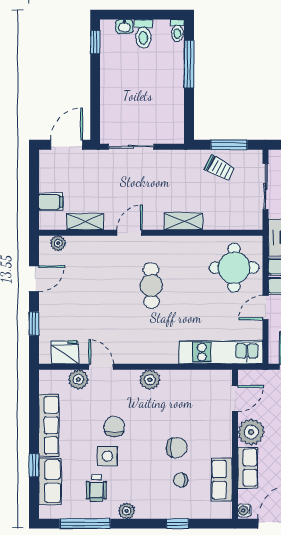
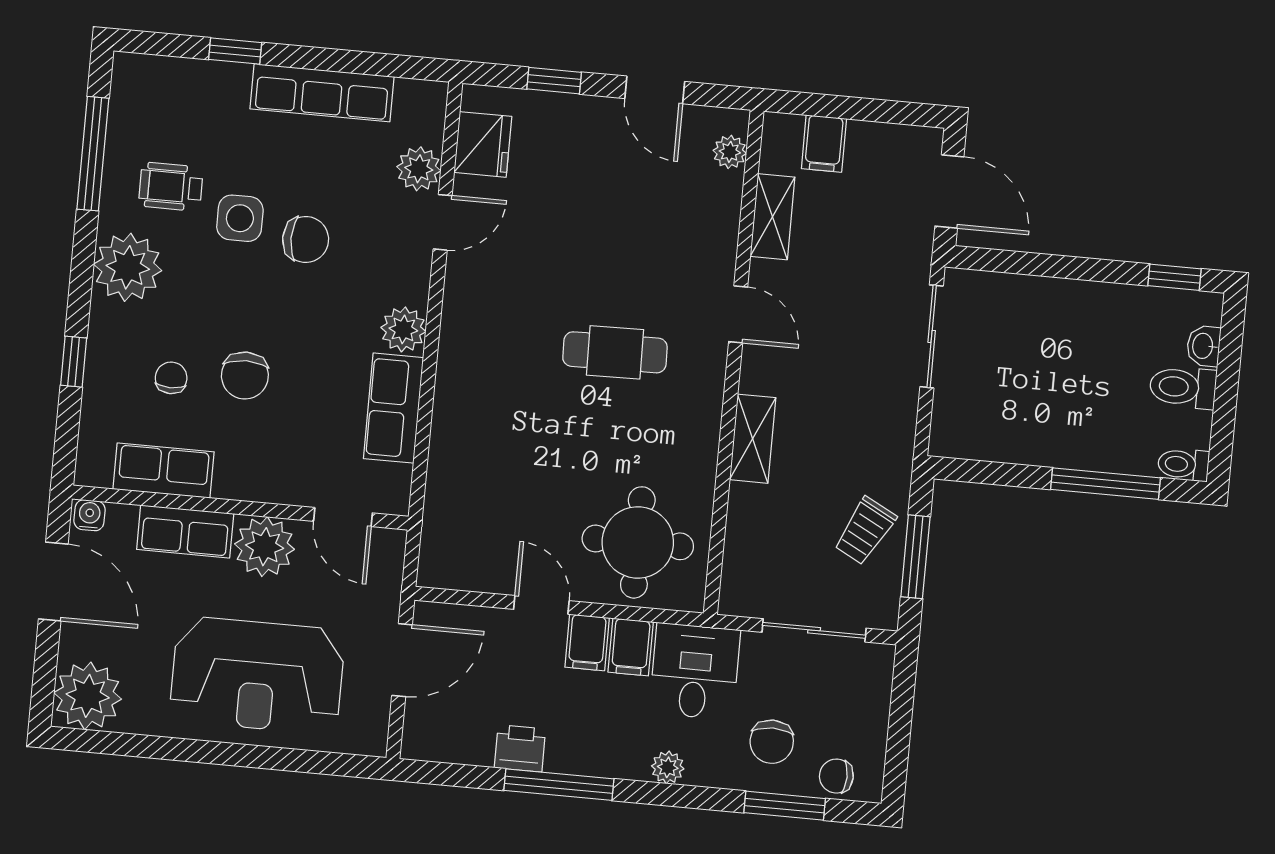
kitchen unit: (221, 352) -> (451, 495), removed
row of seats: (50, 481) -> (393, 408), moved, turned 90
plant: (127, 511) -> (128, 267), width x1.87, depth x1.87

